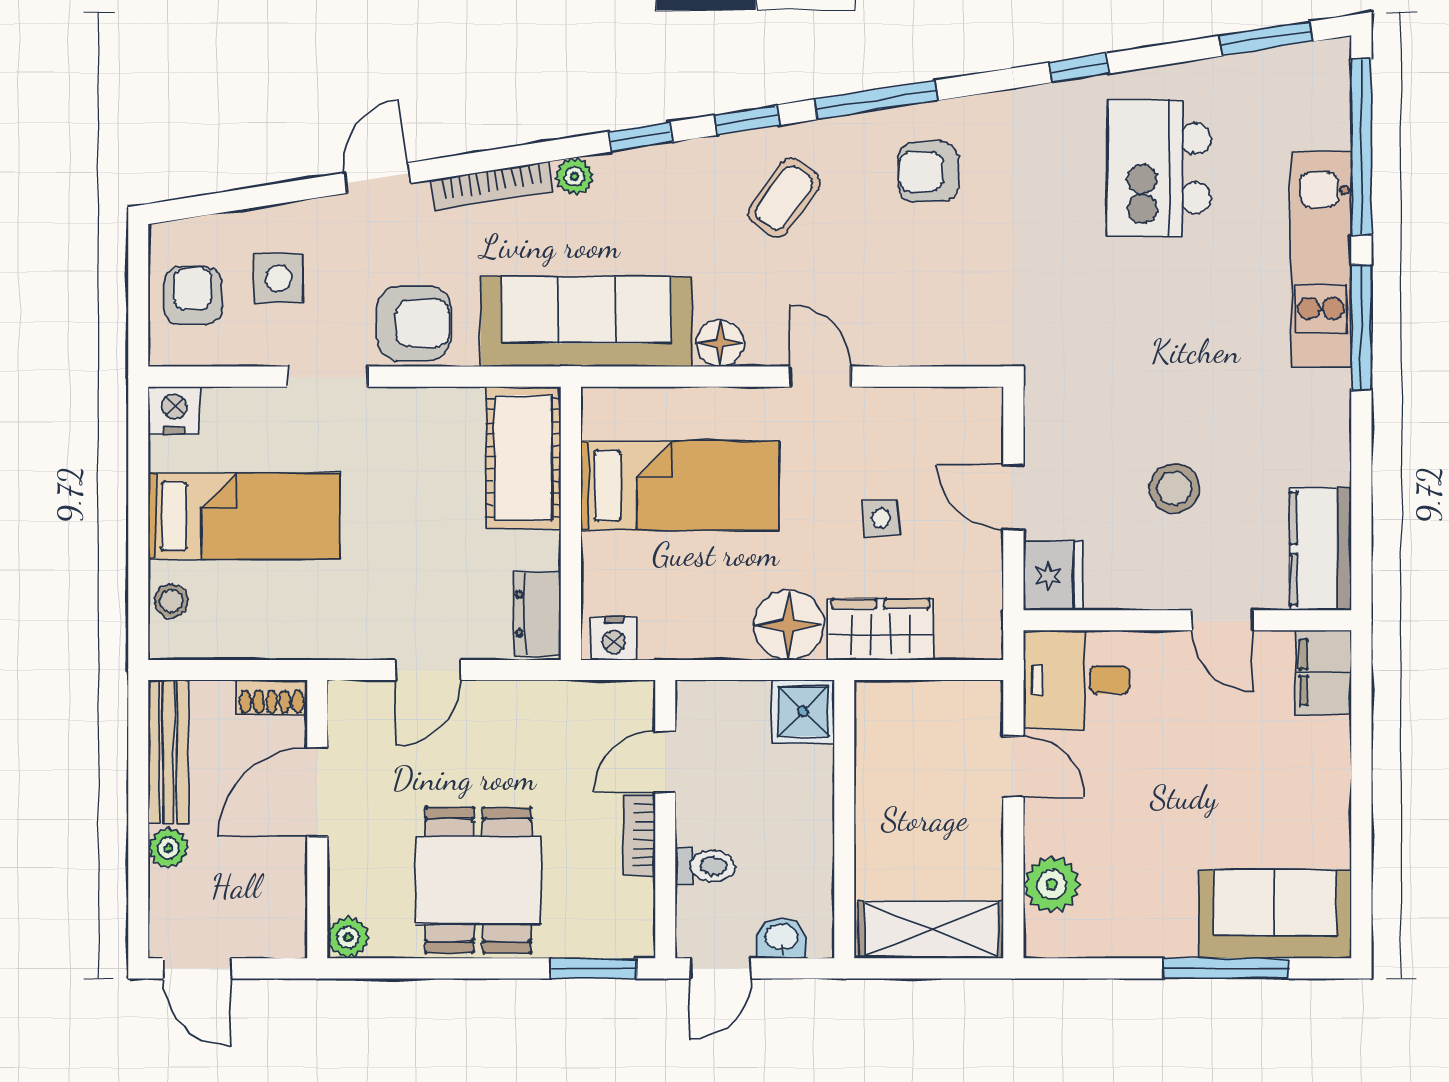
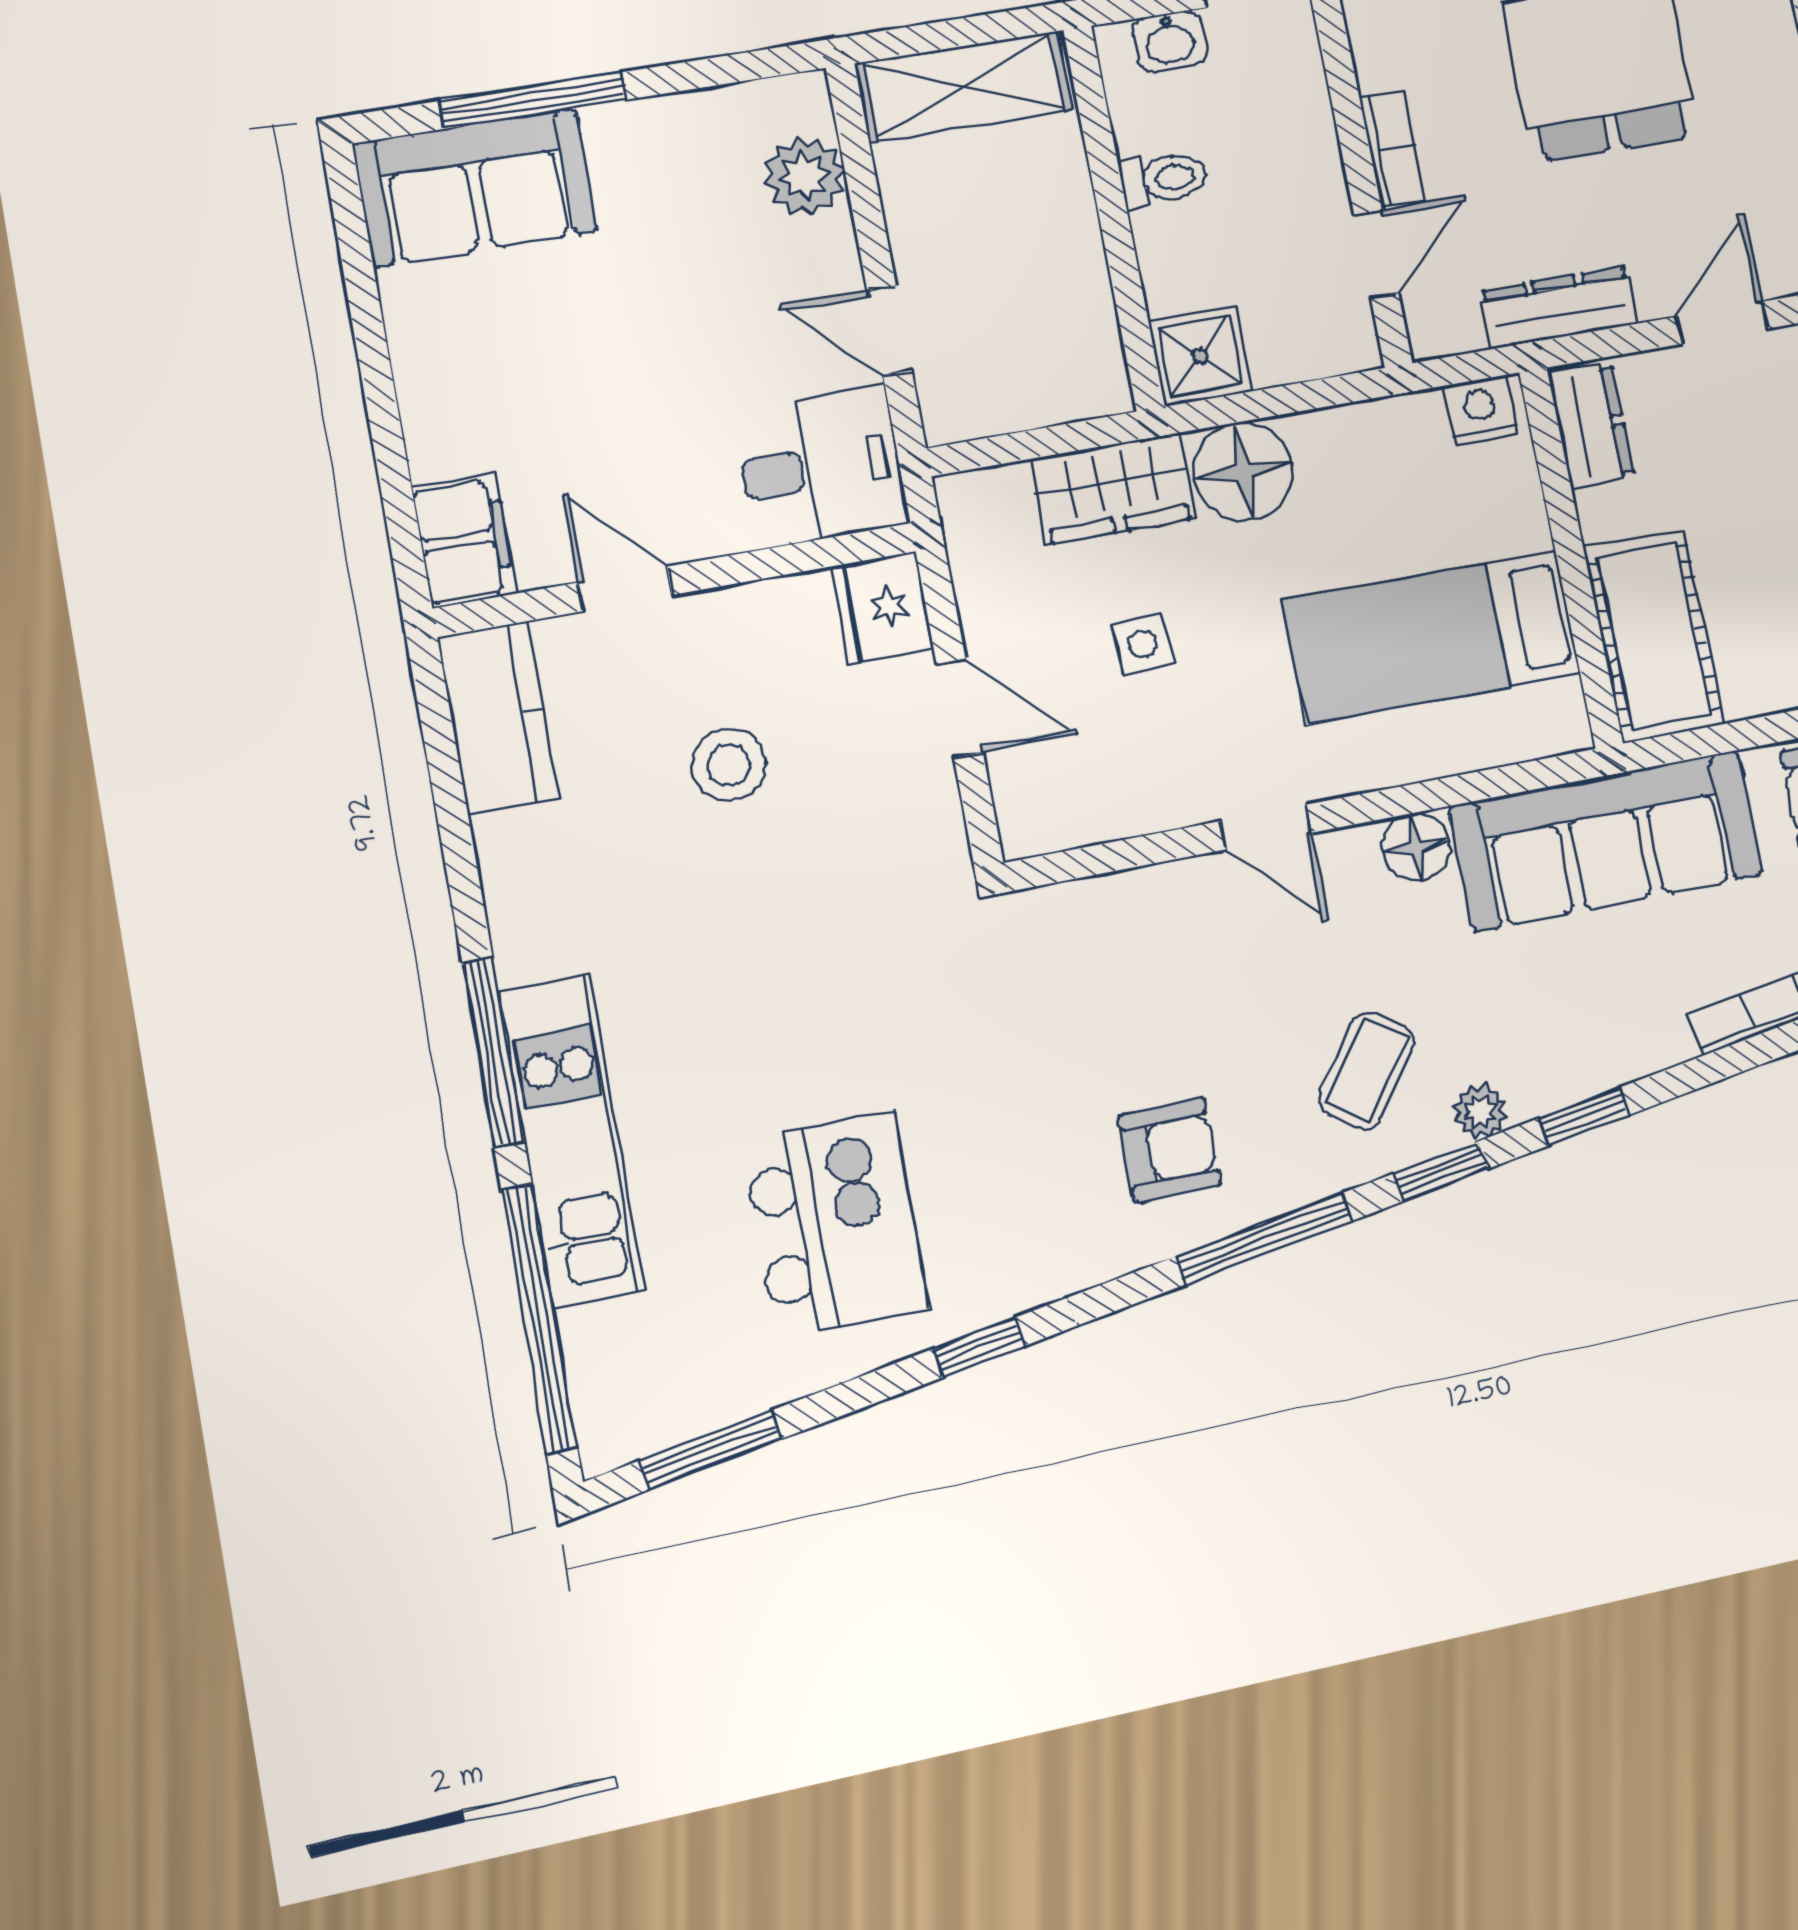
plant: (574, 176) -> (1480, 1111), moved
dresser: (543, 701) -> (1559, 307), added
toilet: (705, 866) -> (1164, 179), moved, turned 180

